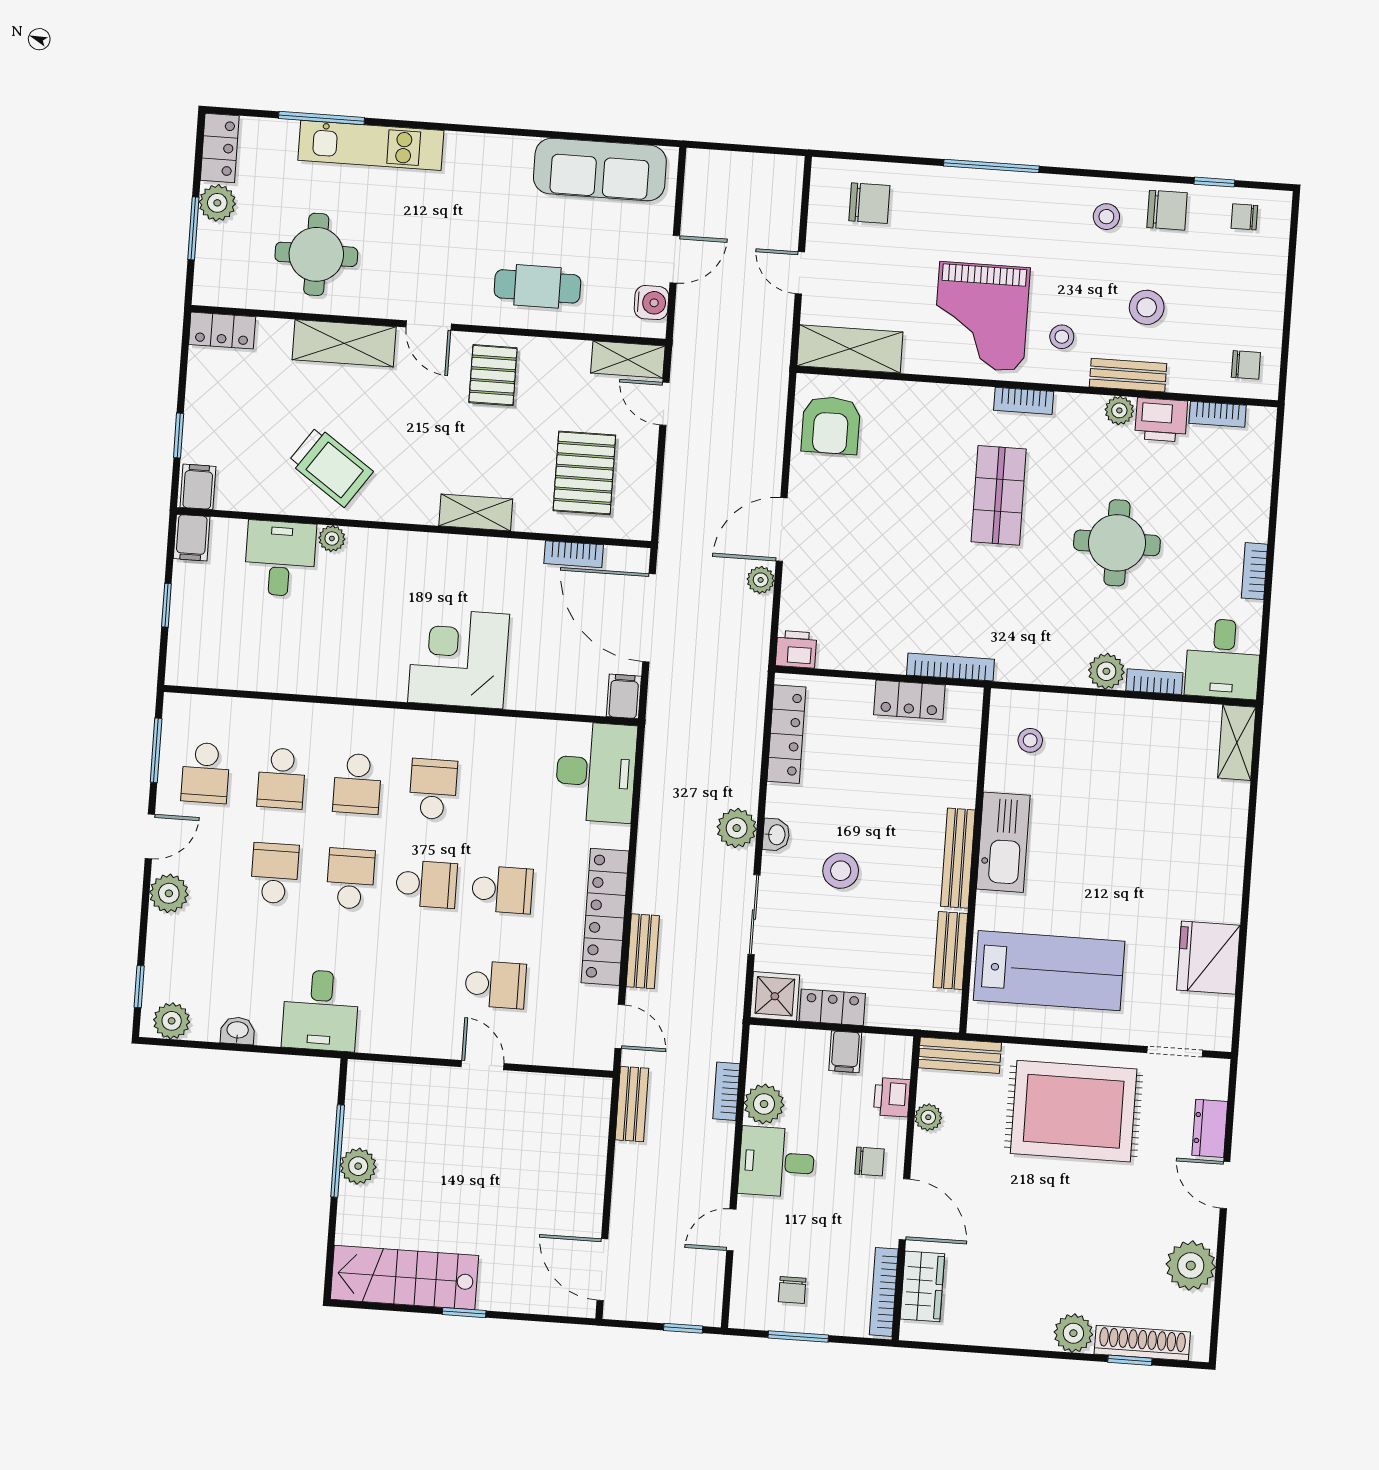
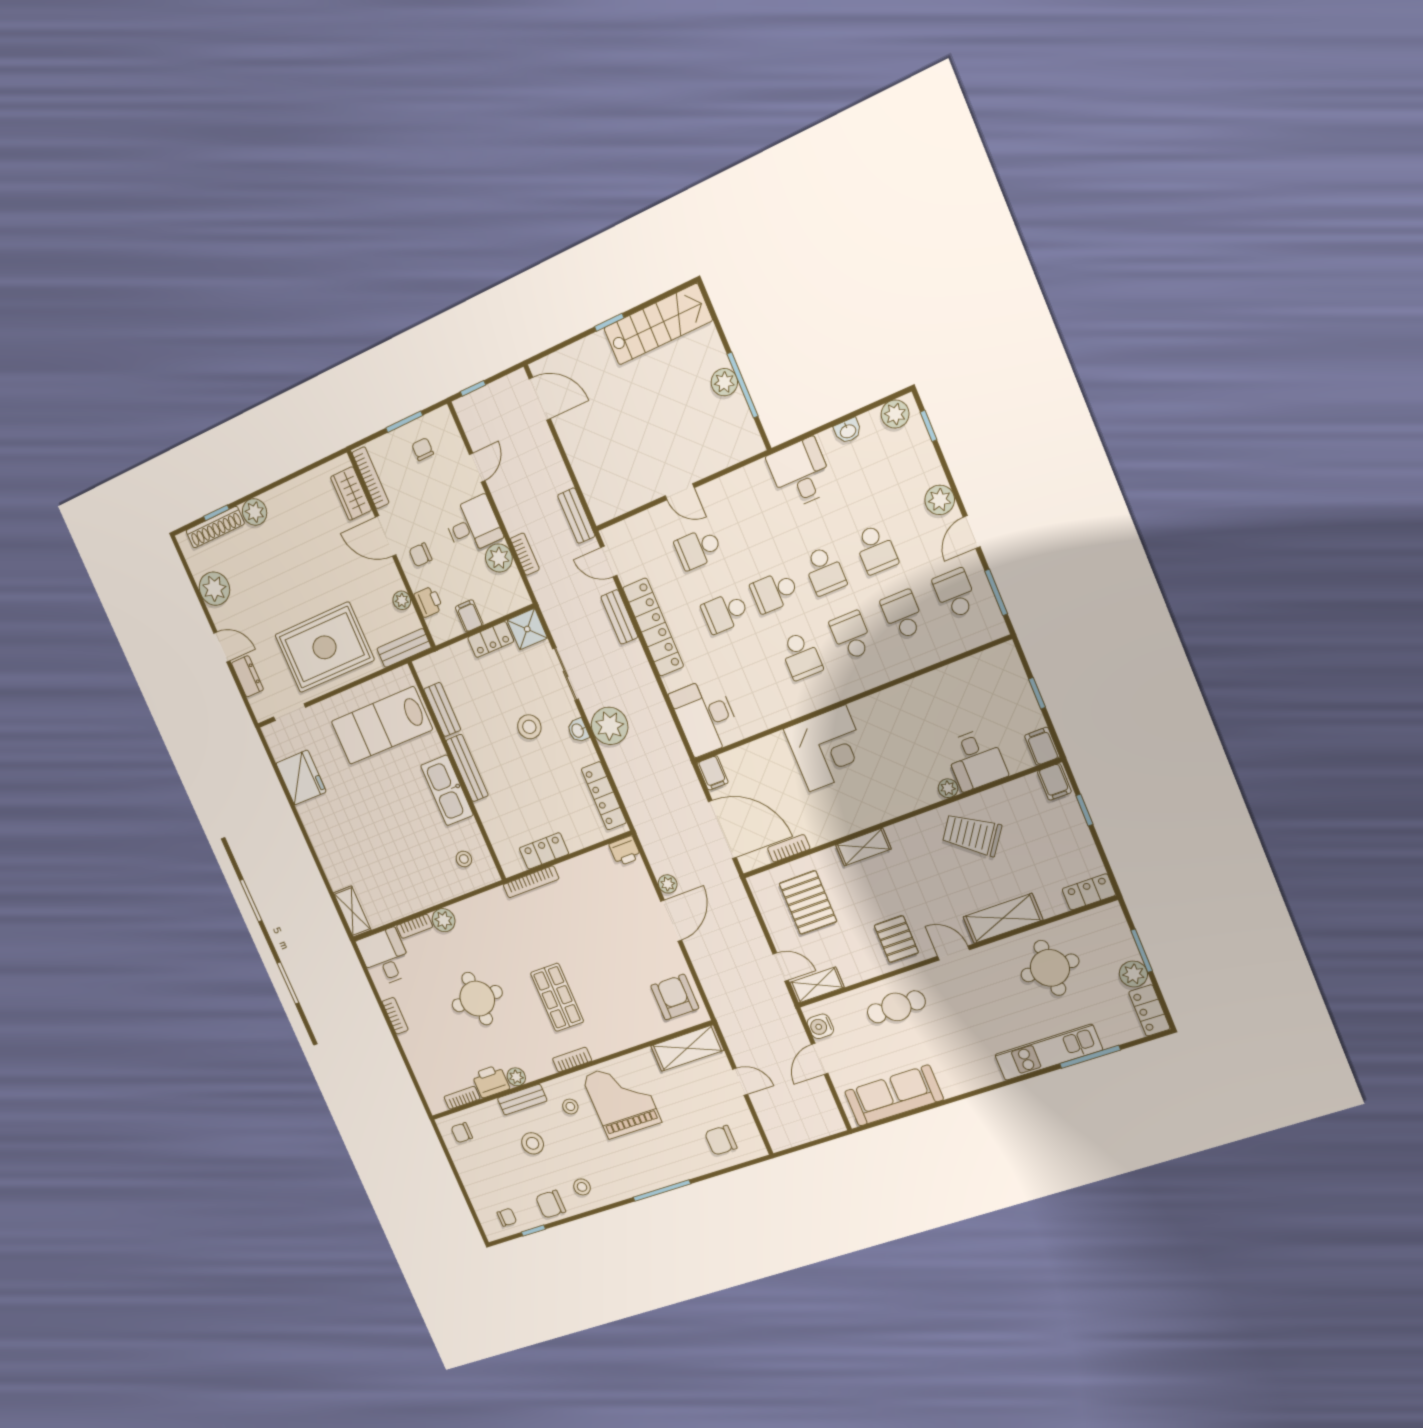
plant: (737, 828) -> (610, 726), width x1.36, depth x1.36

